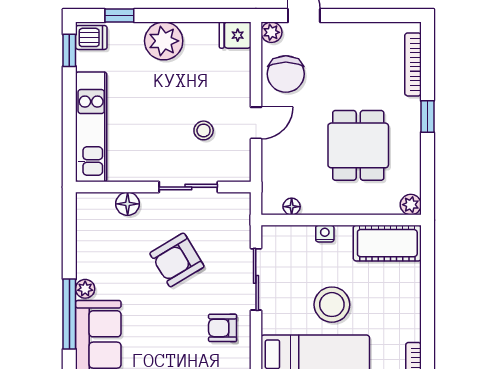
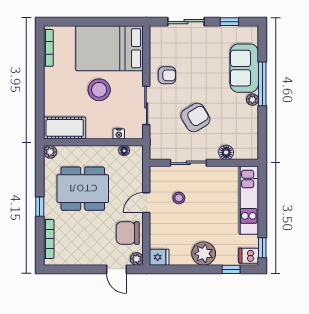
chair: (286, 74) -> (128, 233), turned -90
dining table: (358, 145) -> (83, 189), width x1.38
nightstand: (325, 234) -> (119, 134), moved

